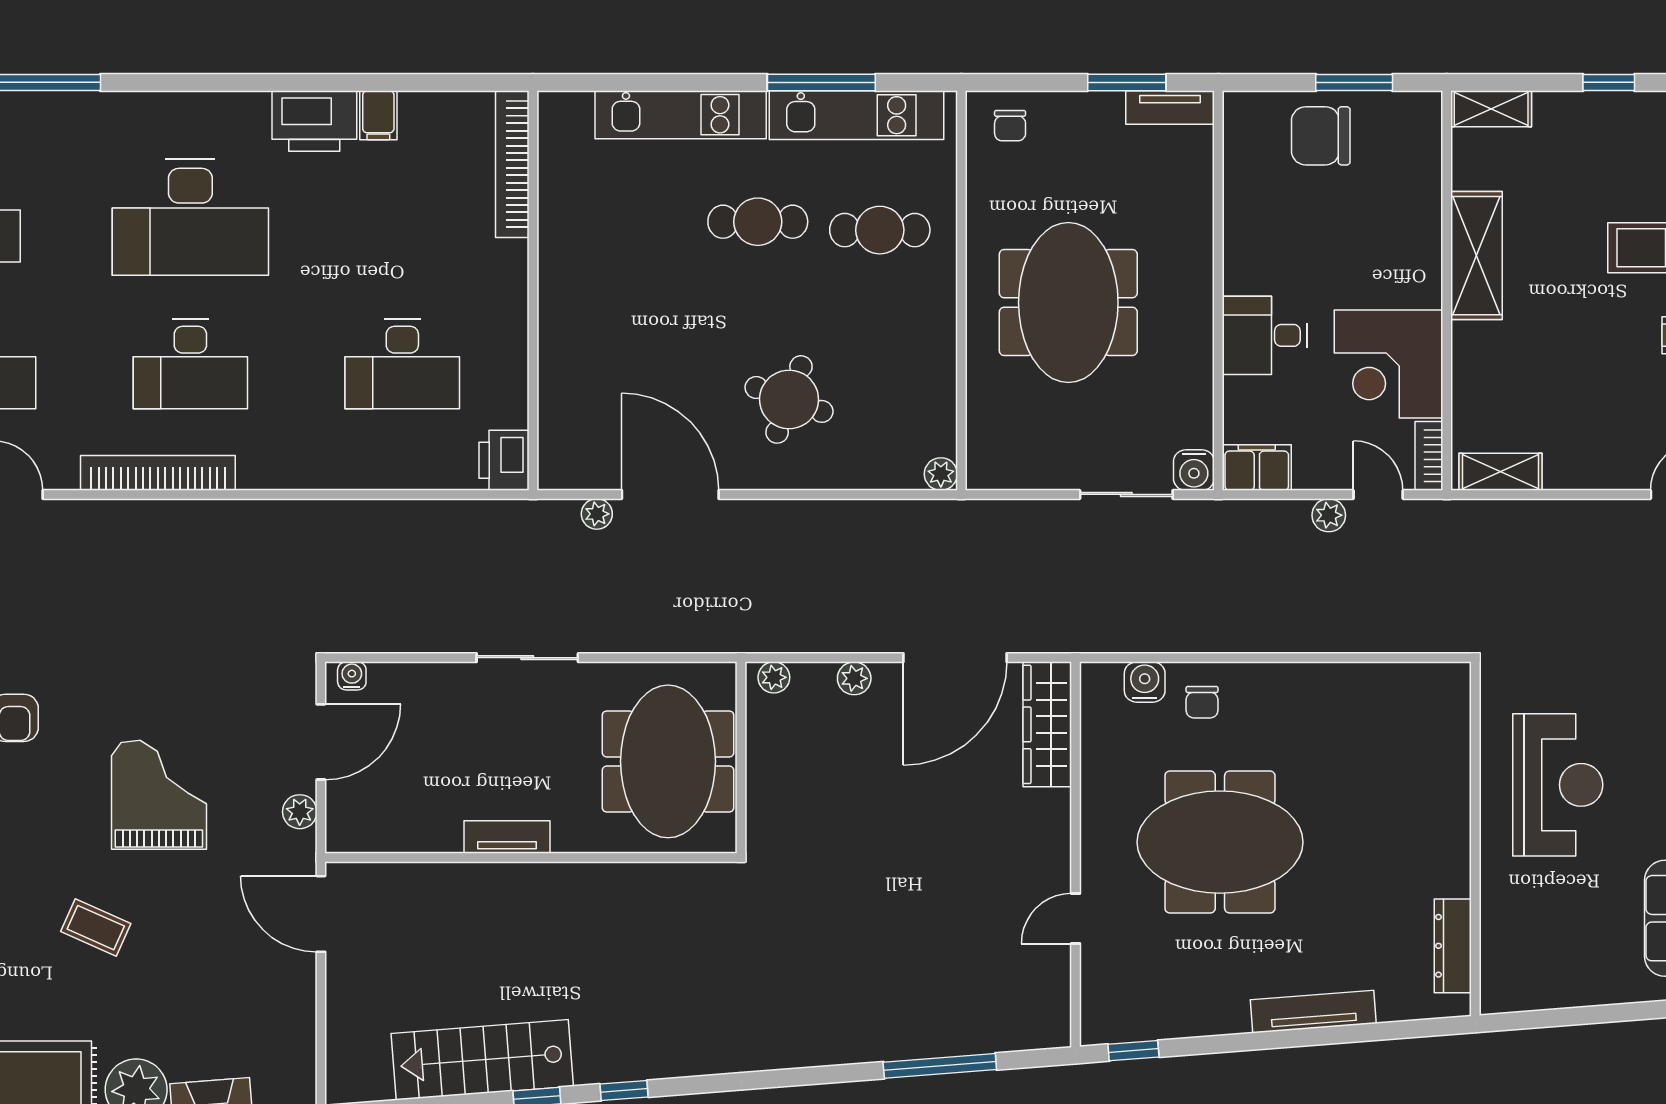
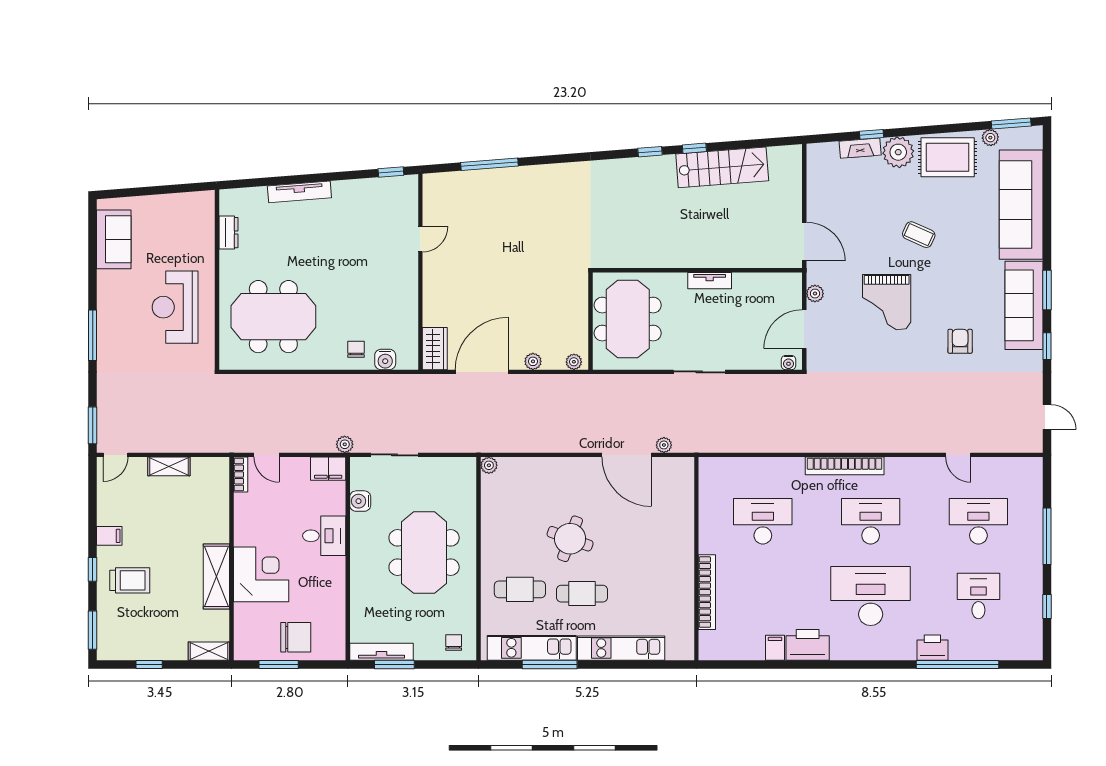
tv unit: (1170, 108) -> (382, 652), width x1.41
bookcase: (512, 164) -> (707, 592), moved
corner desk: (1389, 364) -> (261, 574), moved
round table: (789, 399) -> (570, 539), moved
printer: (504, 460) -> (932, 648), moved, turned -90
water cooler: (1194, 470) -> (360, 501), moved, turned -90
shelving: (1501, 472) -> (169, 466), moved
bookcase: (158, 473) -> (845, 466), moved
plant: (1329, 515) -> (345, 444), moved
wardrobe: (1047, 724) -> (435, 349), width x0.67
meeting table: (1220, 842) -> (273, 317), moved
dresser: (1453, 946) -> (228, 233), width x0.70

